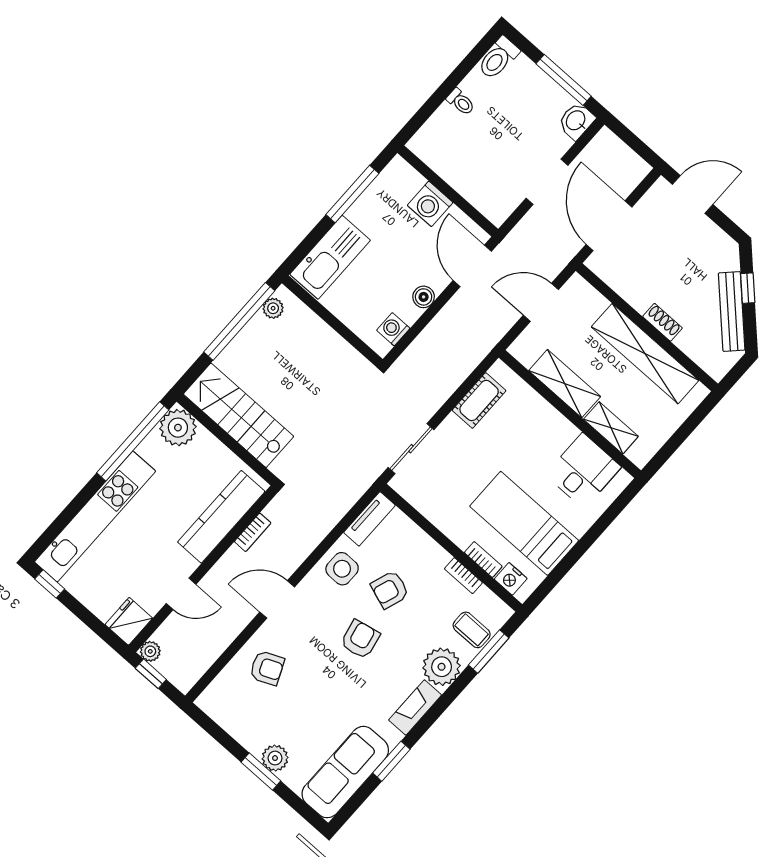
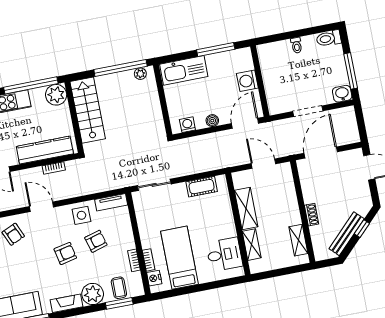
shelving: (645, 354) -> (298, 240), width x0.45, depth x0.75
armchair: (390, 590) -> (96, 241), turned 145

